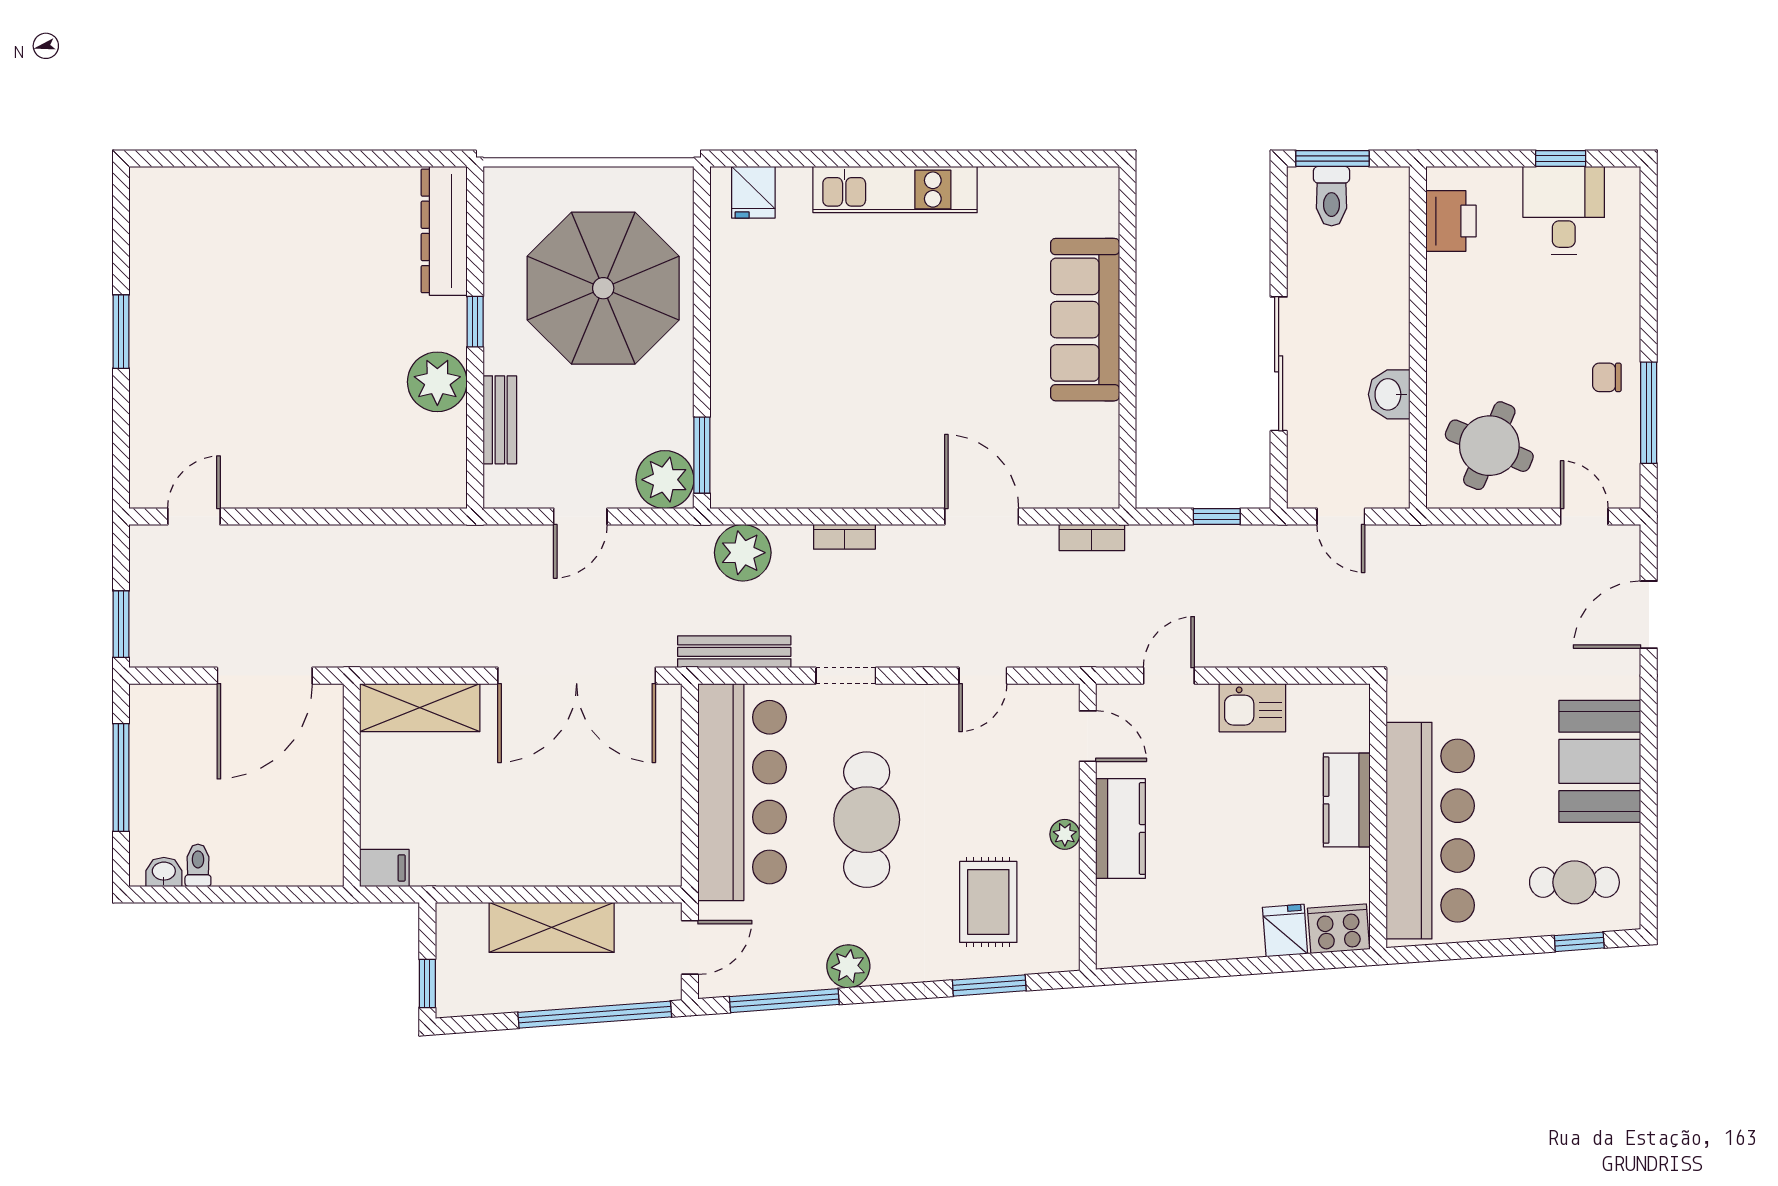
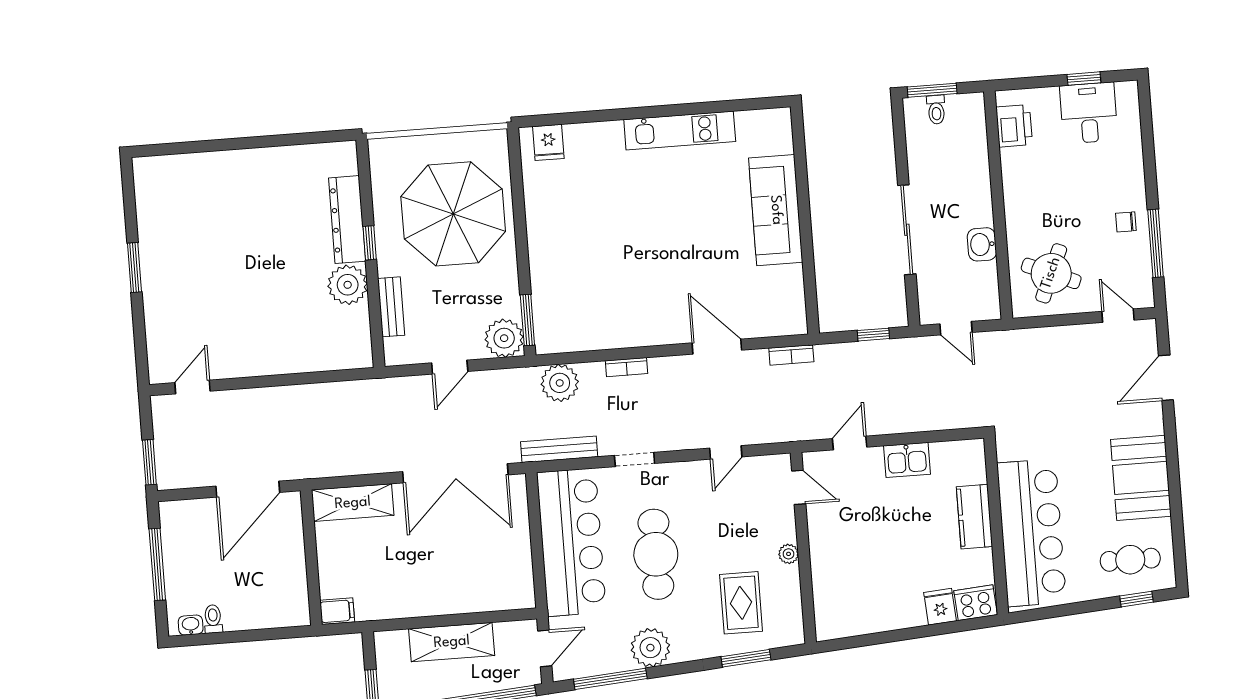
kitchen unit: (895, 190) -> (680, 130), moved
toilet: (1332, 196) -> (936, 110), width x0.73, depth x0.72
dresser: (444, 231) -> (347, 220), moved
kitchen counter: (1121, 828) -> (825, 547), removed
plant: (848, 966) -> (650, 648), width x1.36, depth x1.36

